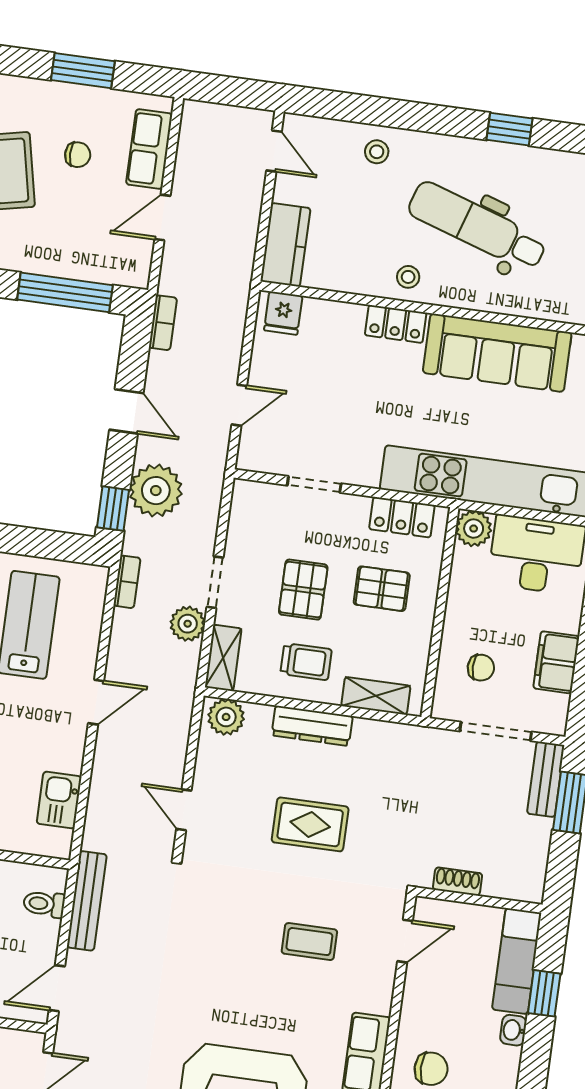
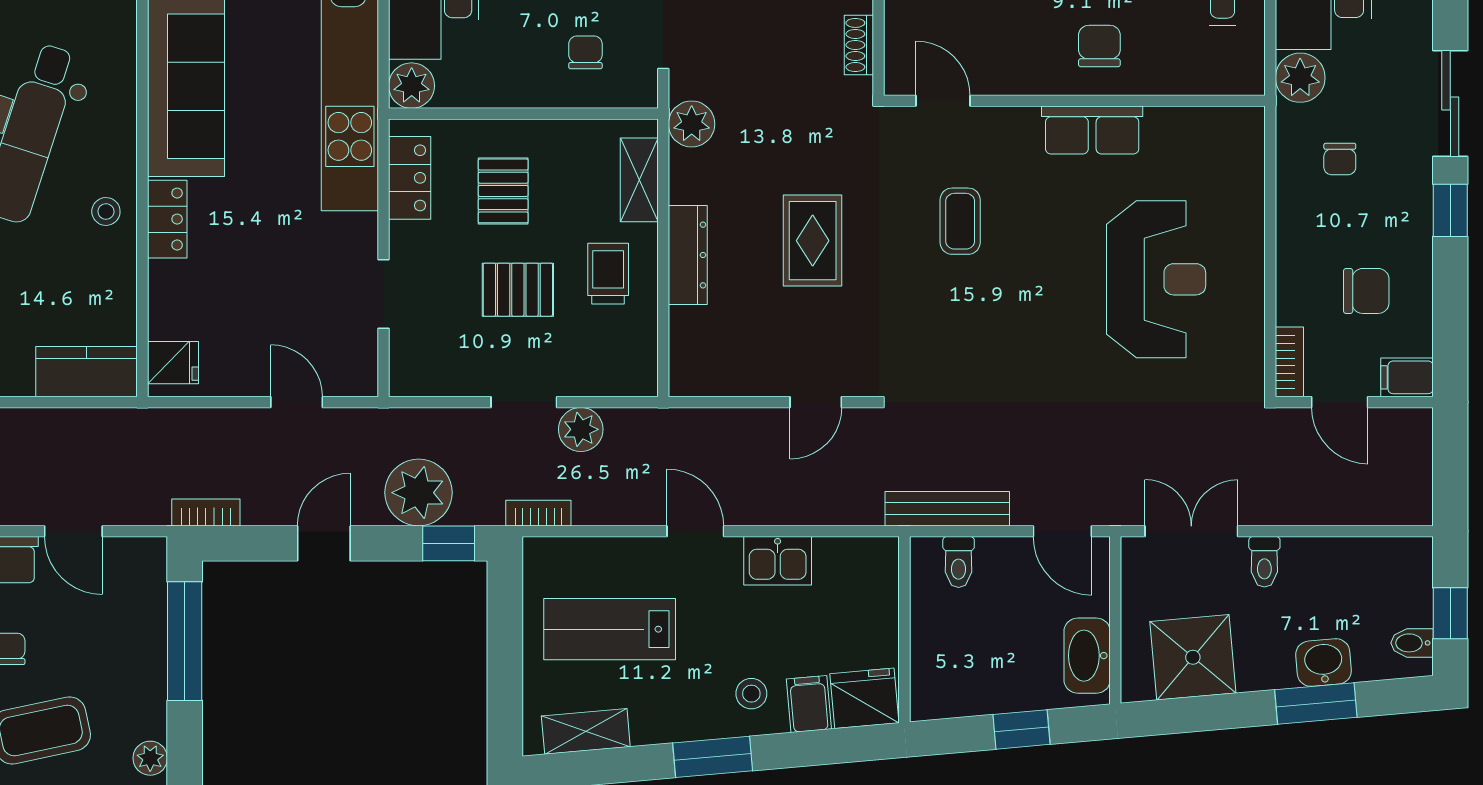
shelving: (223, 658) -> (618, 379), removed
plant: (226, 717) -> (692, 124), moved
kitchen sink: (59, 800) -> (778, 561), moved

